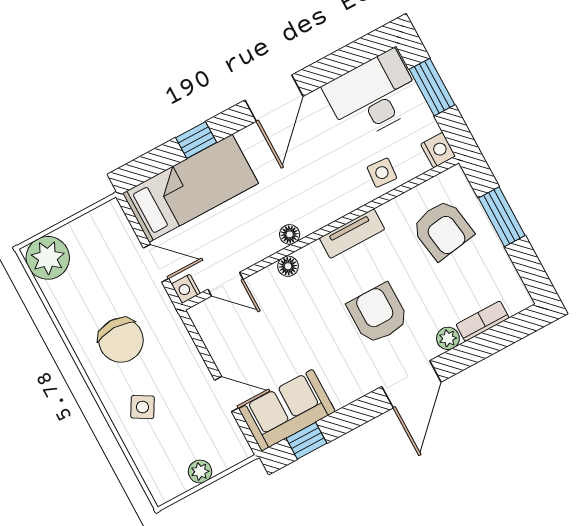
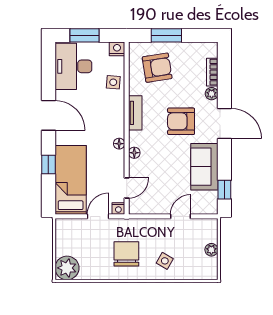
chair: (121, 340) -> (126, 254), turned -90
sofa: (287, 410) -> (204, 167), moved

